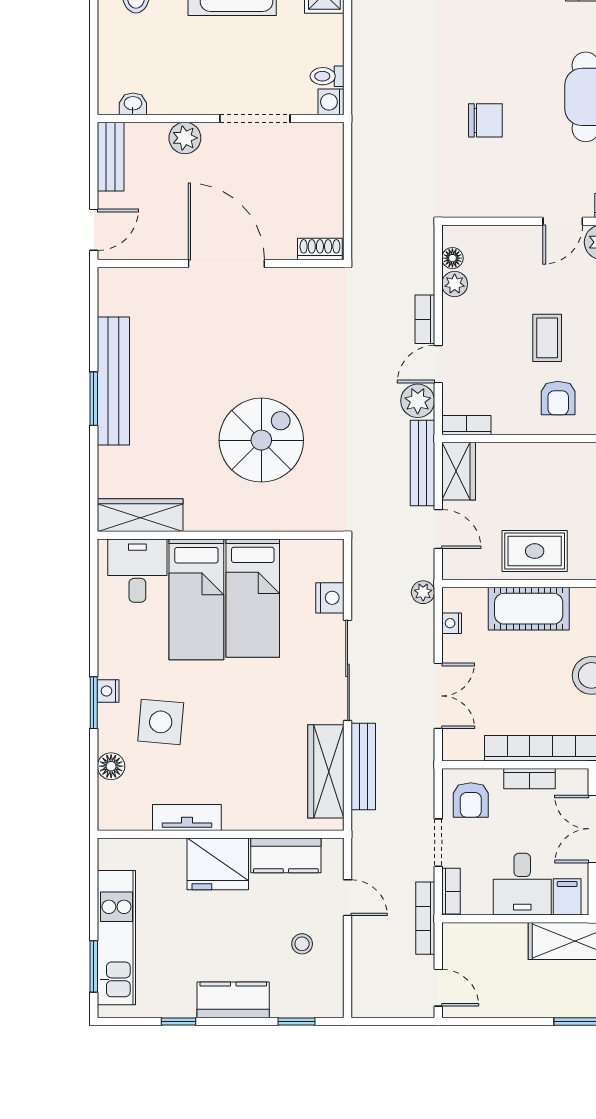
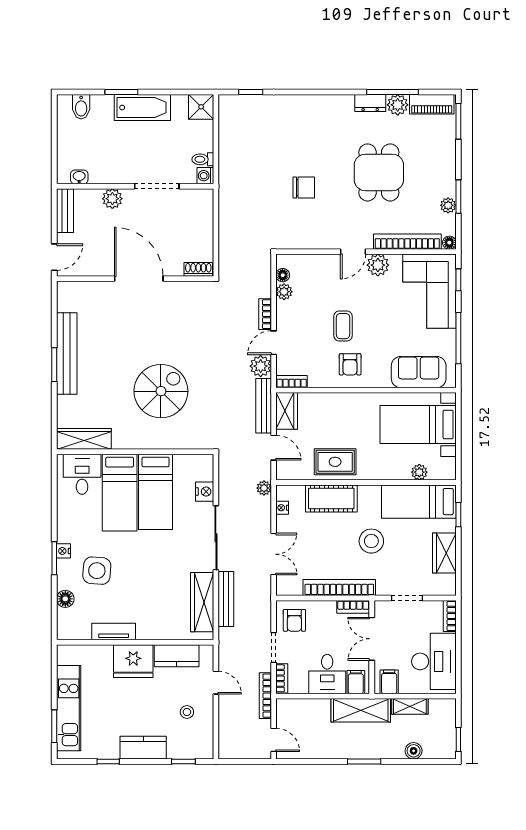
bookcase: (529, 779) -> (353, 607), moved

